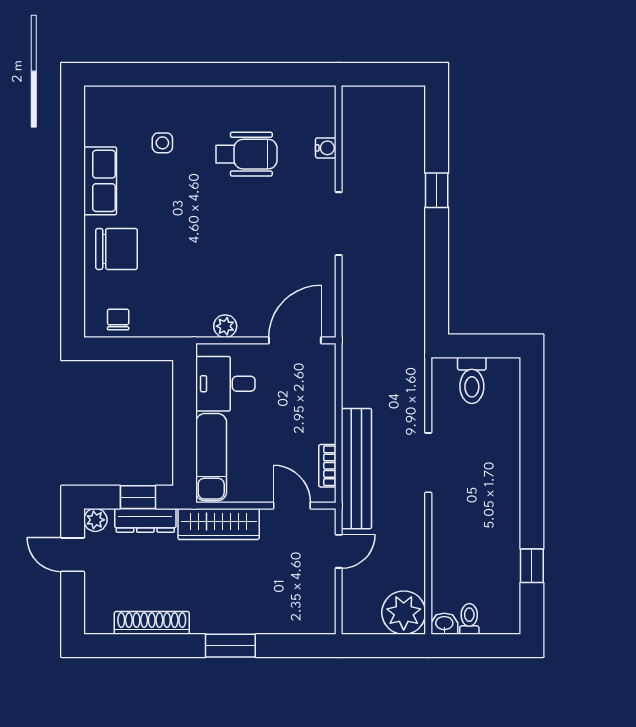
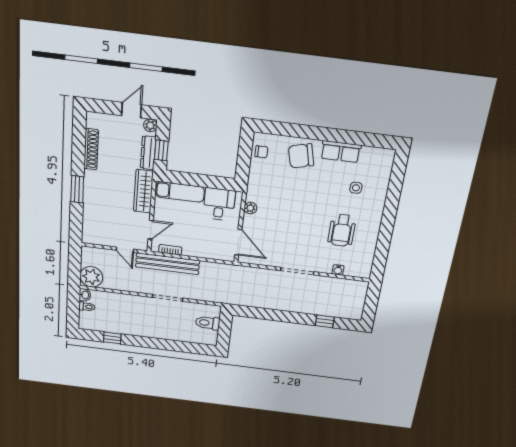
window: (437, 190) -> (325, 321), moved
chair: (117, 249) -> (301, 156), turned 76

